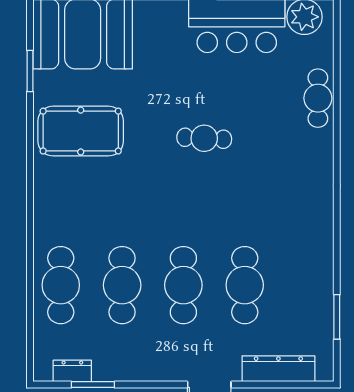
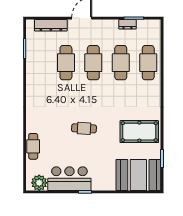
dresser: (72, 371) -> (127, 24), moved

